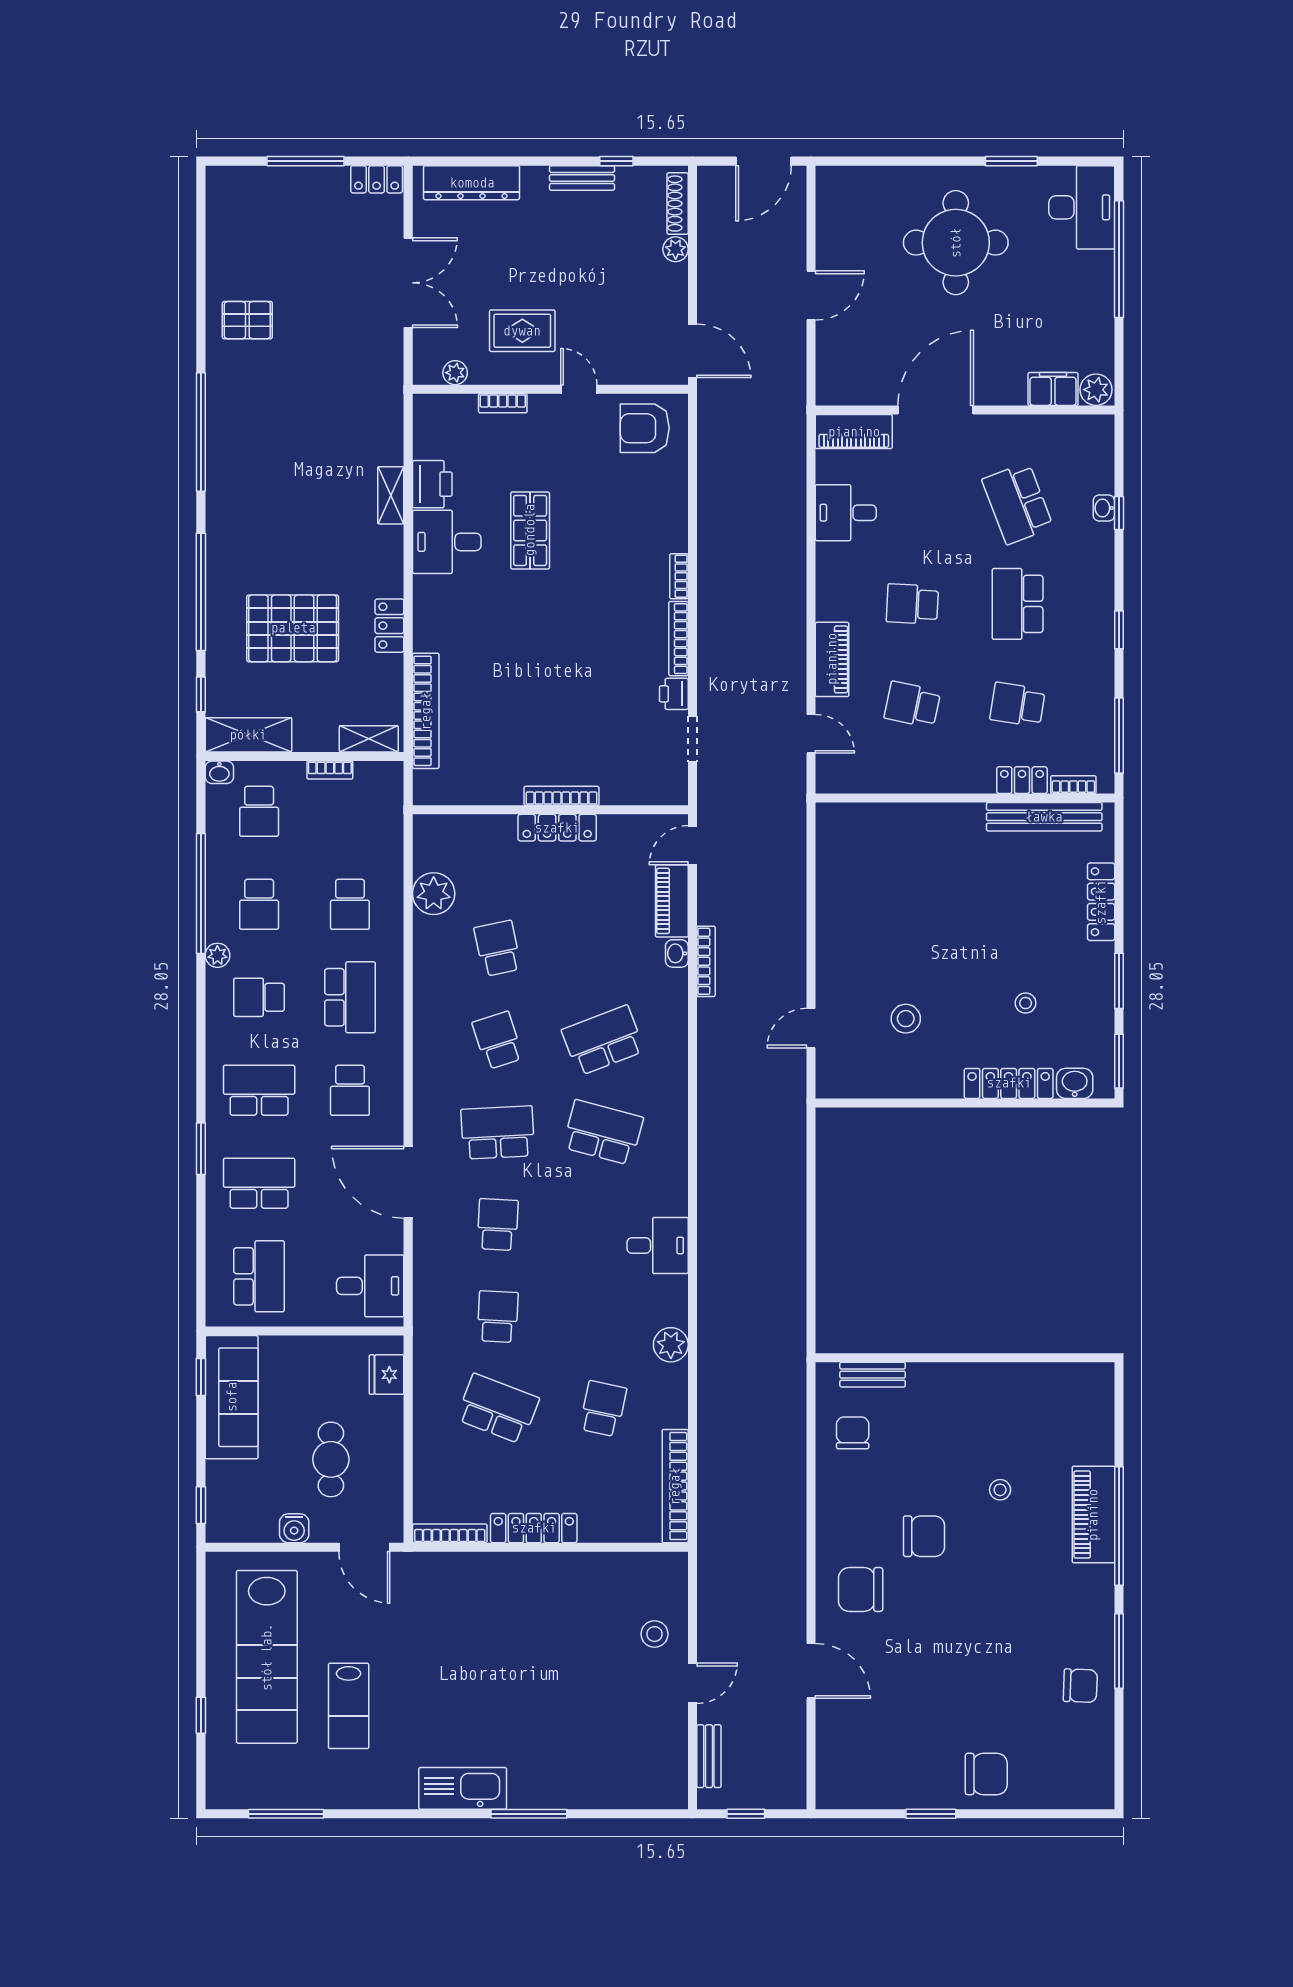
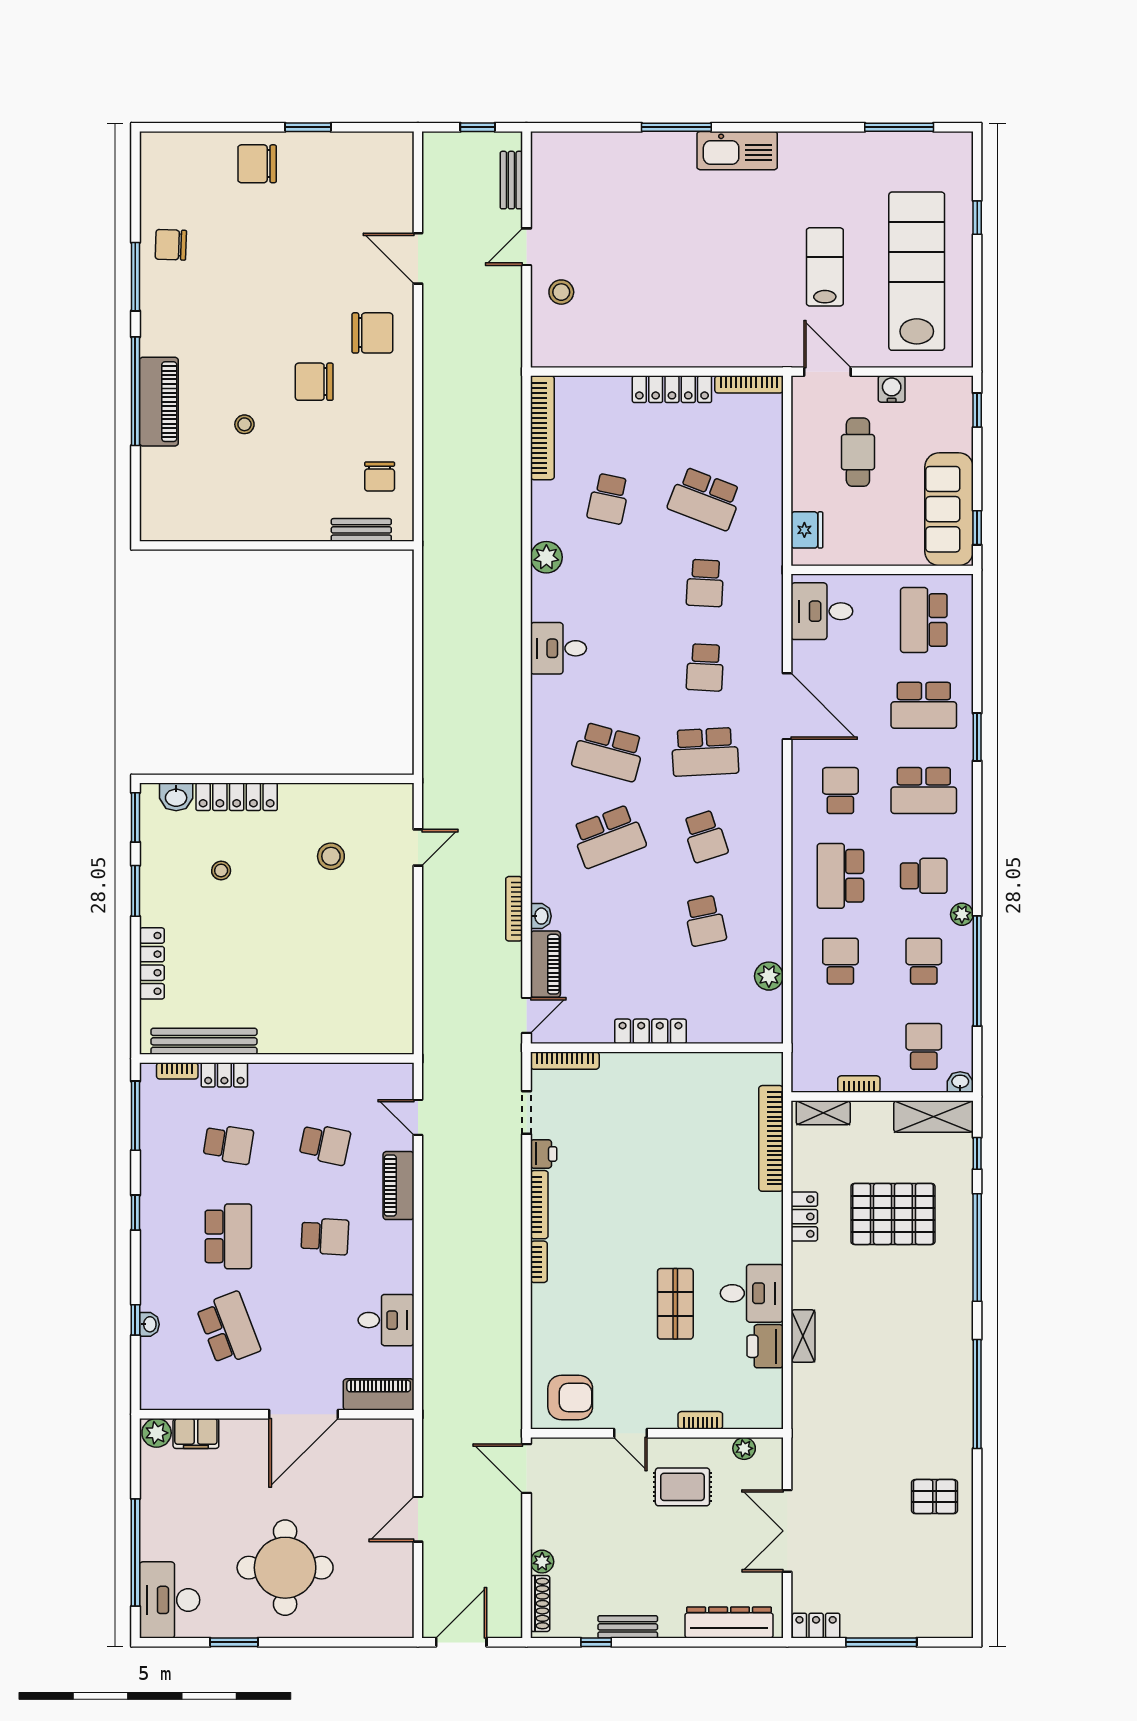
bookcase: (561, 796) -> (565, 1061), moved
plant: (434, 894) -> (769, 976), width x0.73, depth x0.73
lab bench: (349, 1706) -> (825, 267), moved

